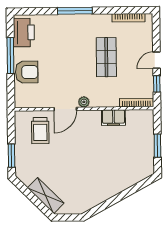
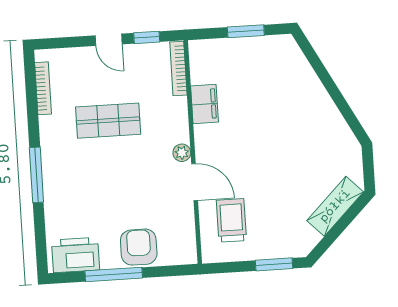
trolley: (40, 131) -> (231, 220), turned -90

